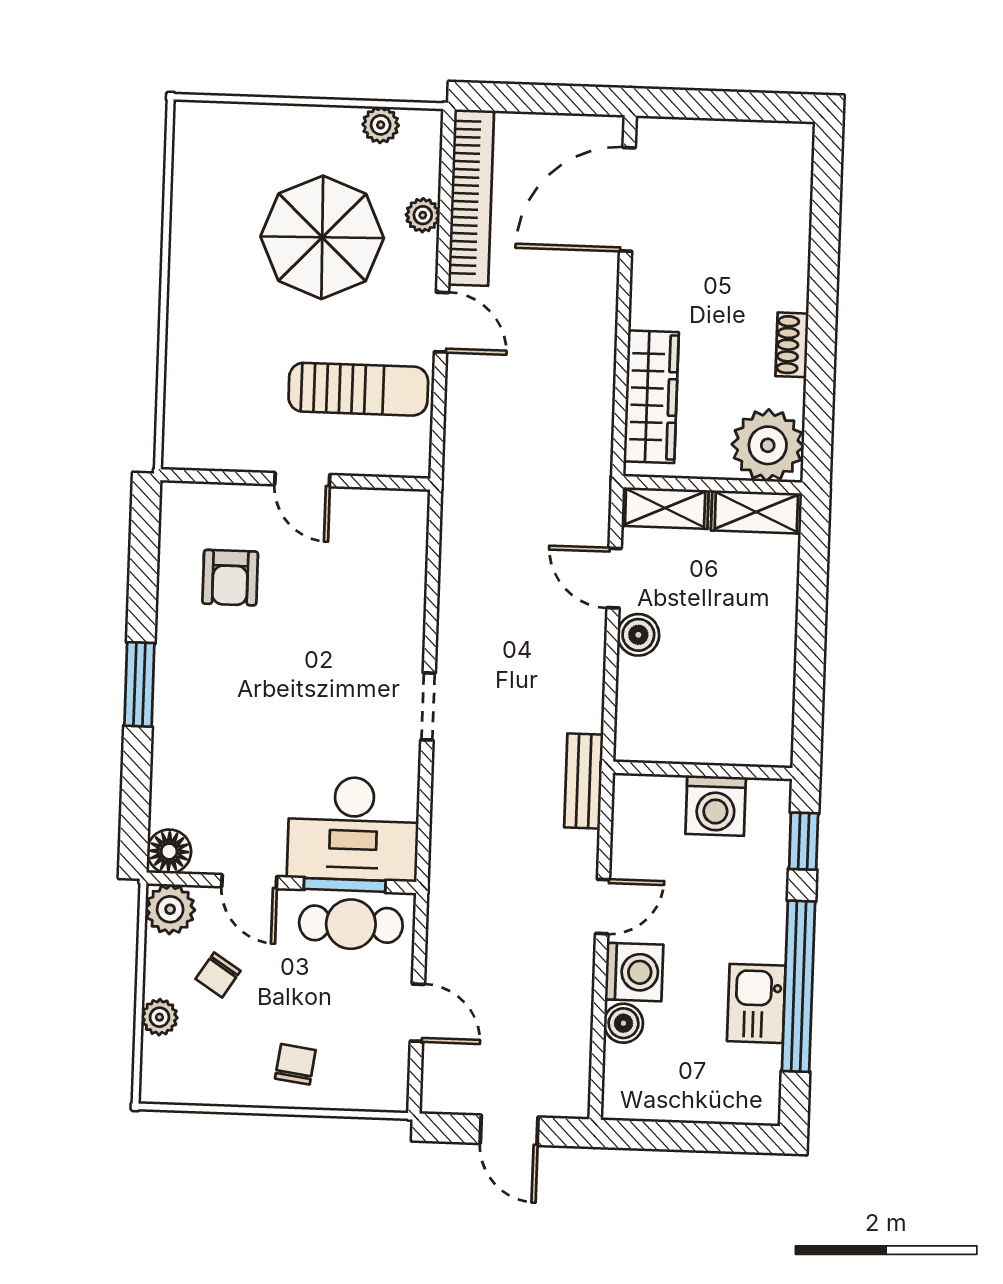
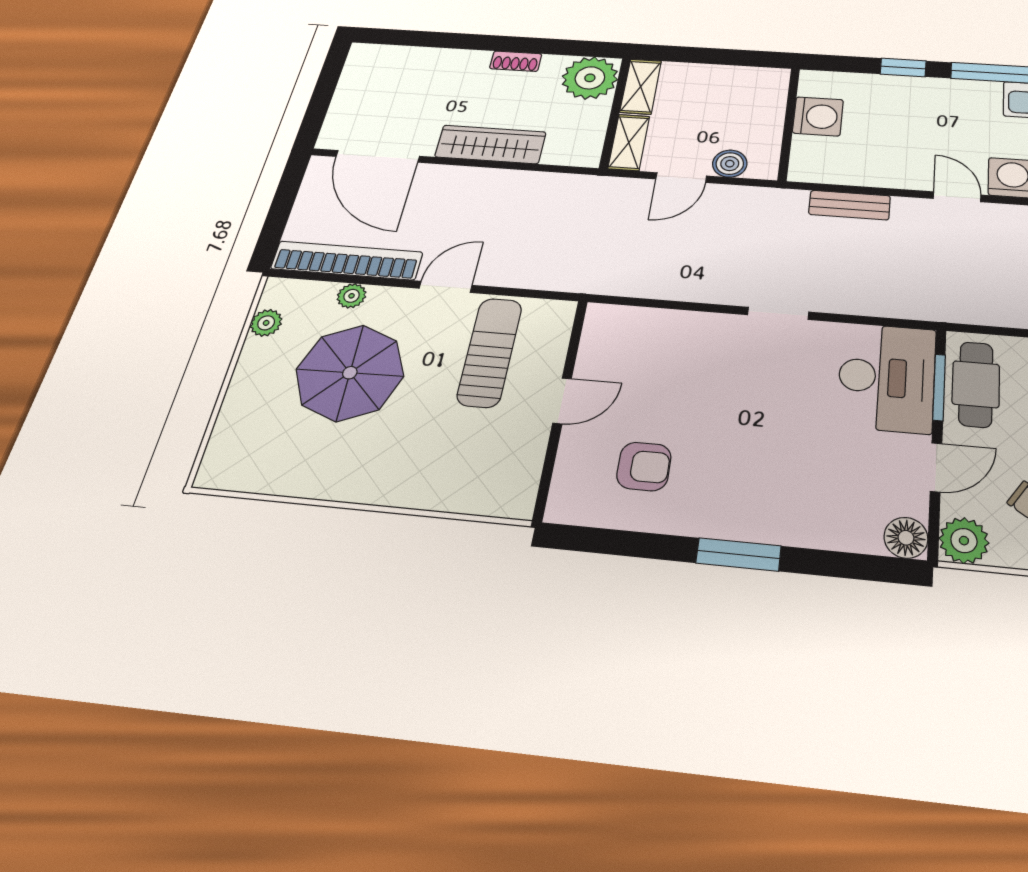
wardrobe: (651, 397) -> (490, 144), moved
wall: (703, 770) -> (789, 123), moved
washing machine: (716, 806) -> (818, 116), moved

